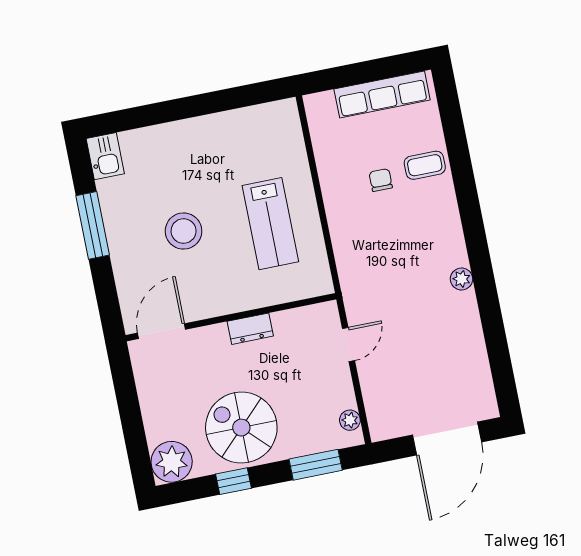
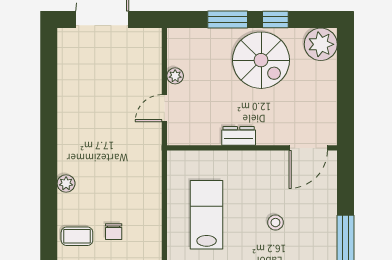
stool: (184, 231) -> (275, 223), width x0.53, depth x0.53
plant: (461, 279) -> (66, 183), moved
plant: (350, 420) -> (175, 76), moved
window: (316, 465) -> (228, 20), moved

